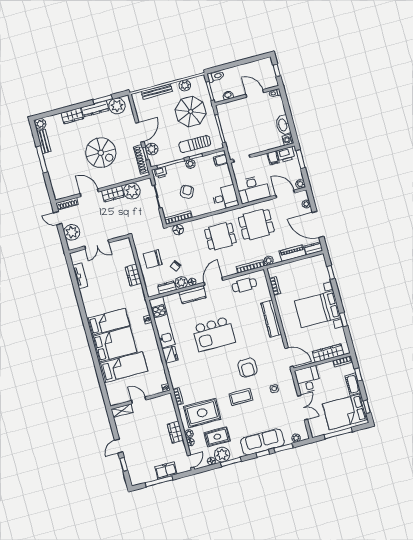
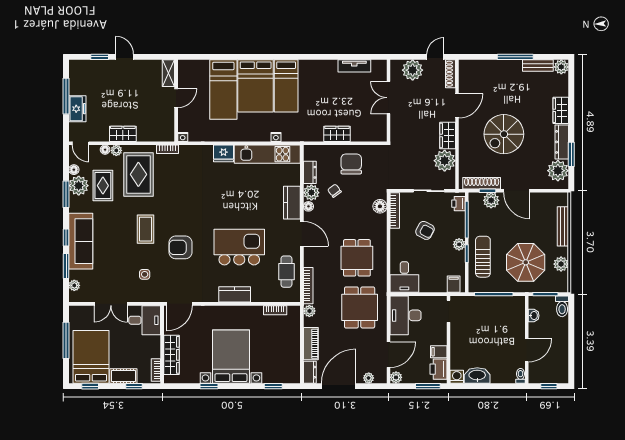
kitchen counter: (271, 319) -> (235, 294), width x0.67
kitchen island: (214, 334) -> (239, 247), moved, turned 90

